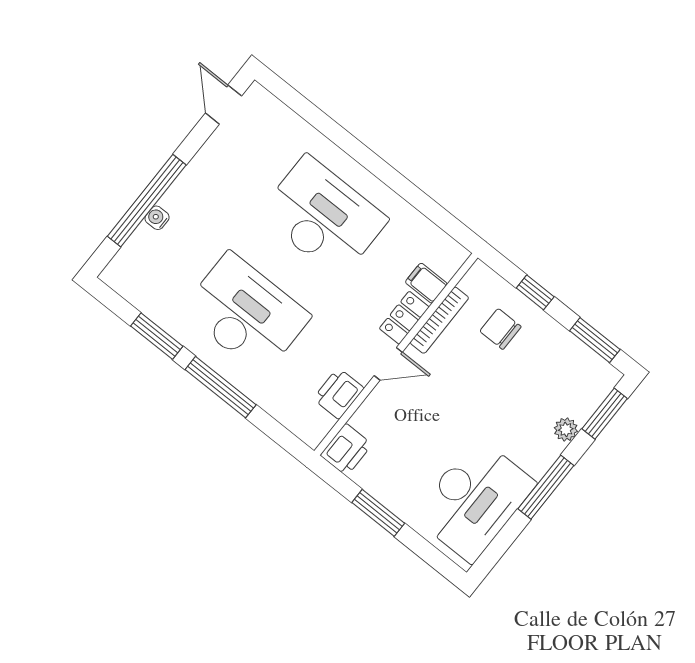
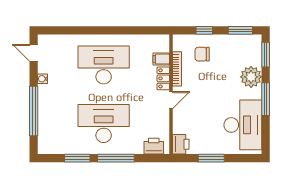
water cooler: (157, 218) -> (43, 79), moved
printer: (339, 394) -> (154, 146), moved, turned 90
plant: (566, 429) -> (251, 77), width x1.87, depth x1.87

